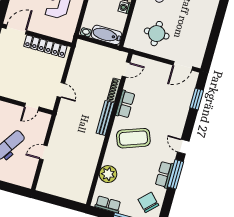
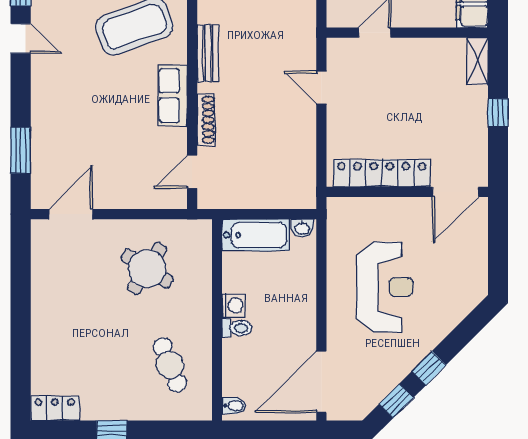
round table: (157, 34) -> (147, 269), turned 33
bench: (105, 118) -> (208, 53), width x0.73

